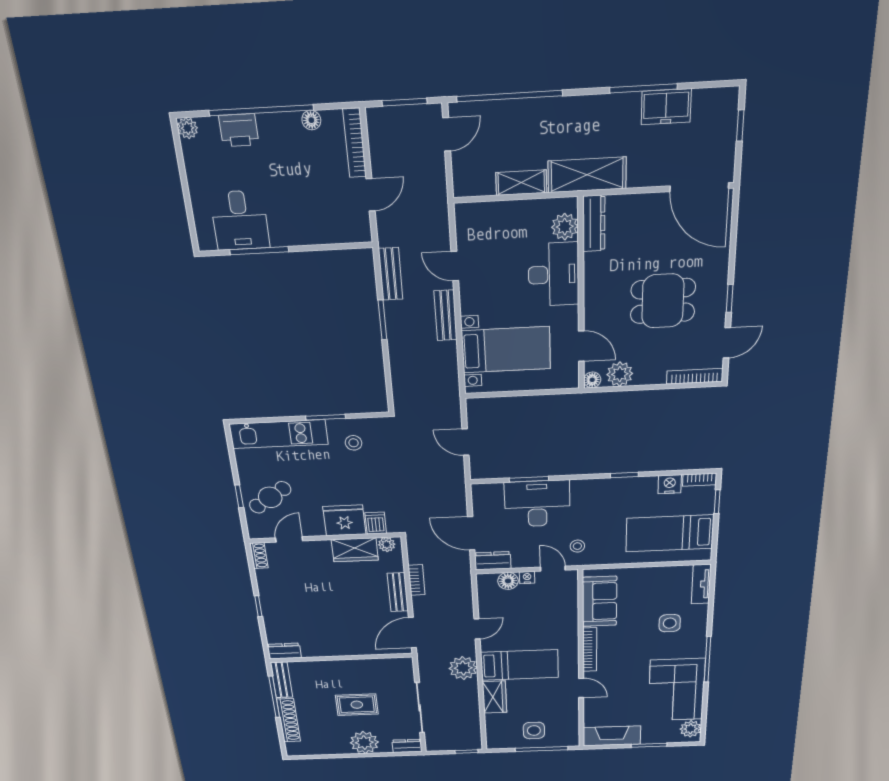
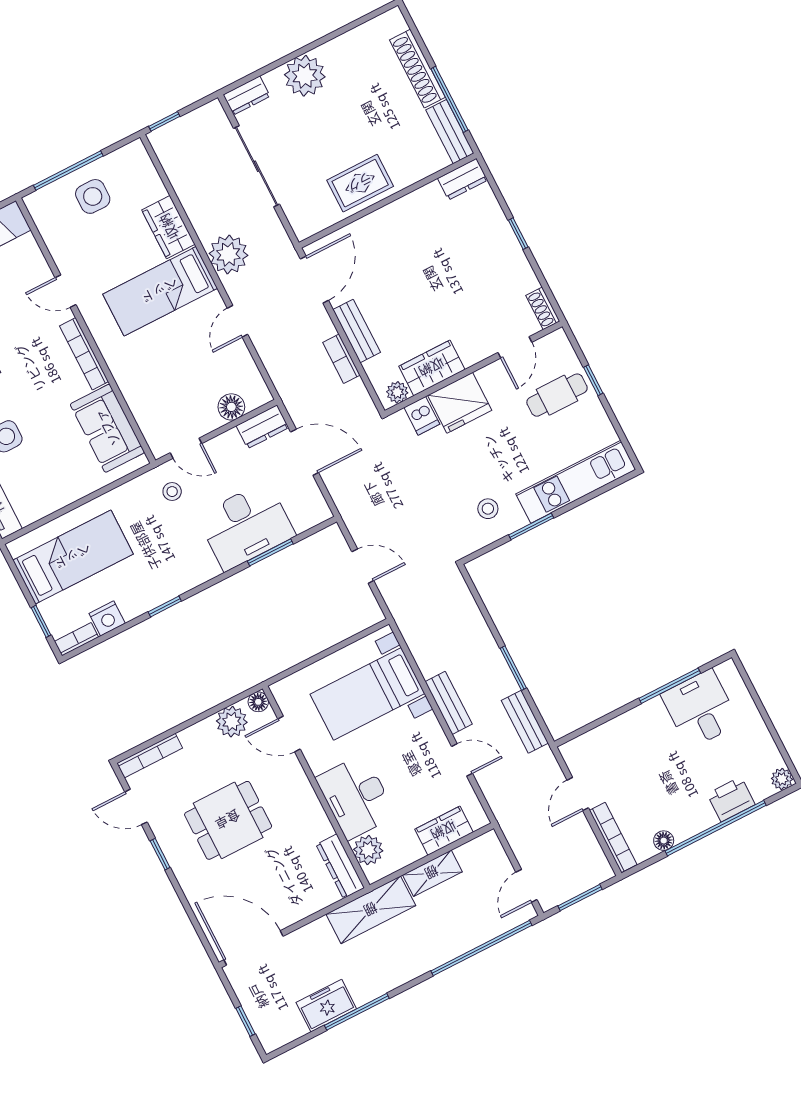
wardrobe: (495, 214) -> (444, 831), added
door: (727, 343) -> (136, 807), hinge flipped
cafe table: (270, 497) -> (557, 395), turned 33
nightstand: (527, 578) -> (211, 422), removed
rug: (357, 705) -> (360, 183), moved

